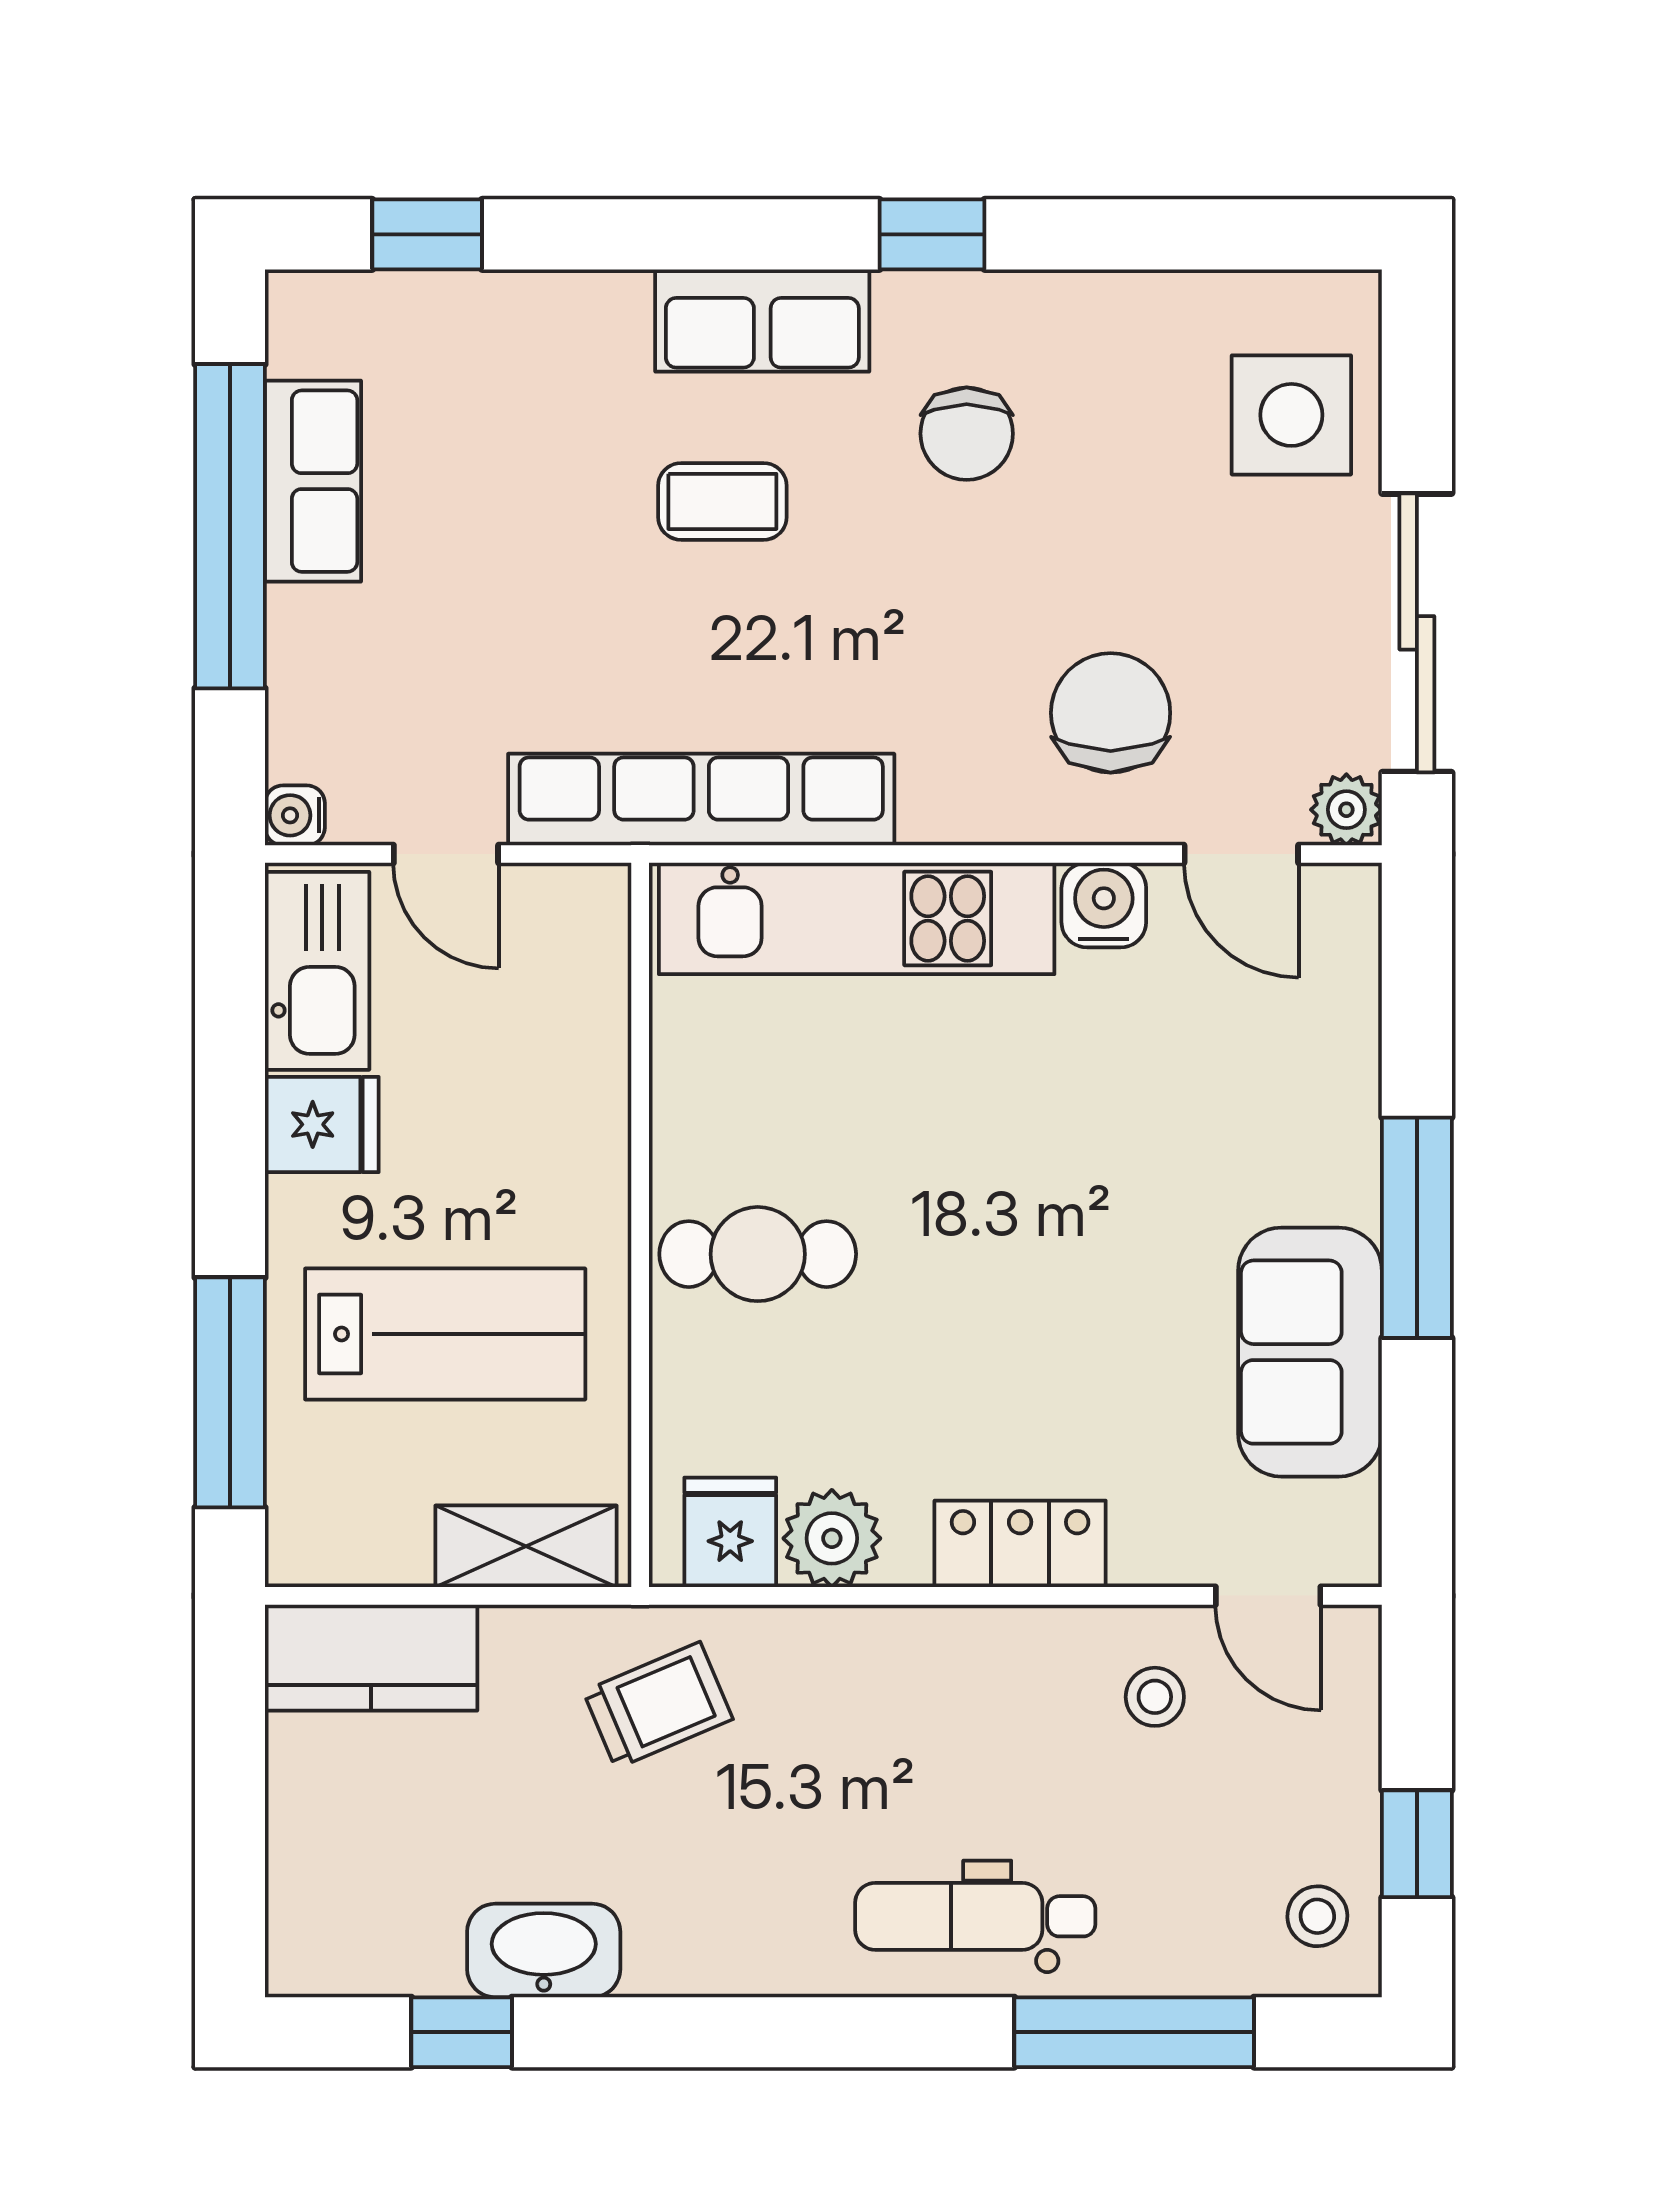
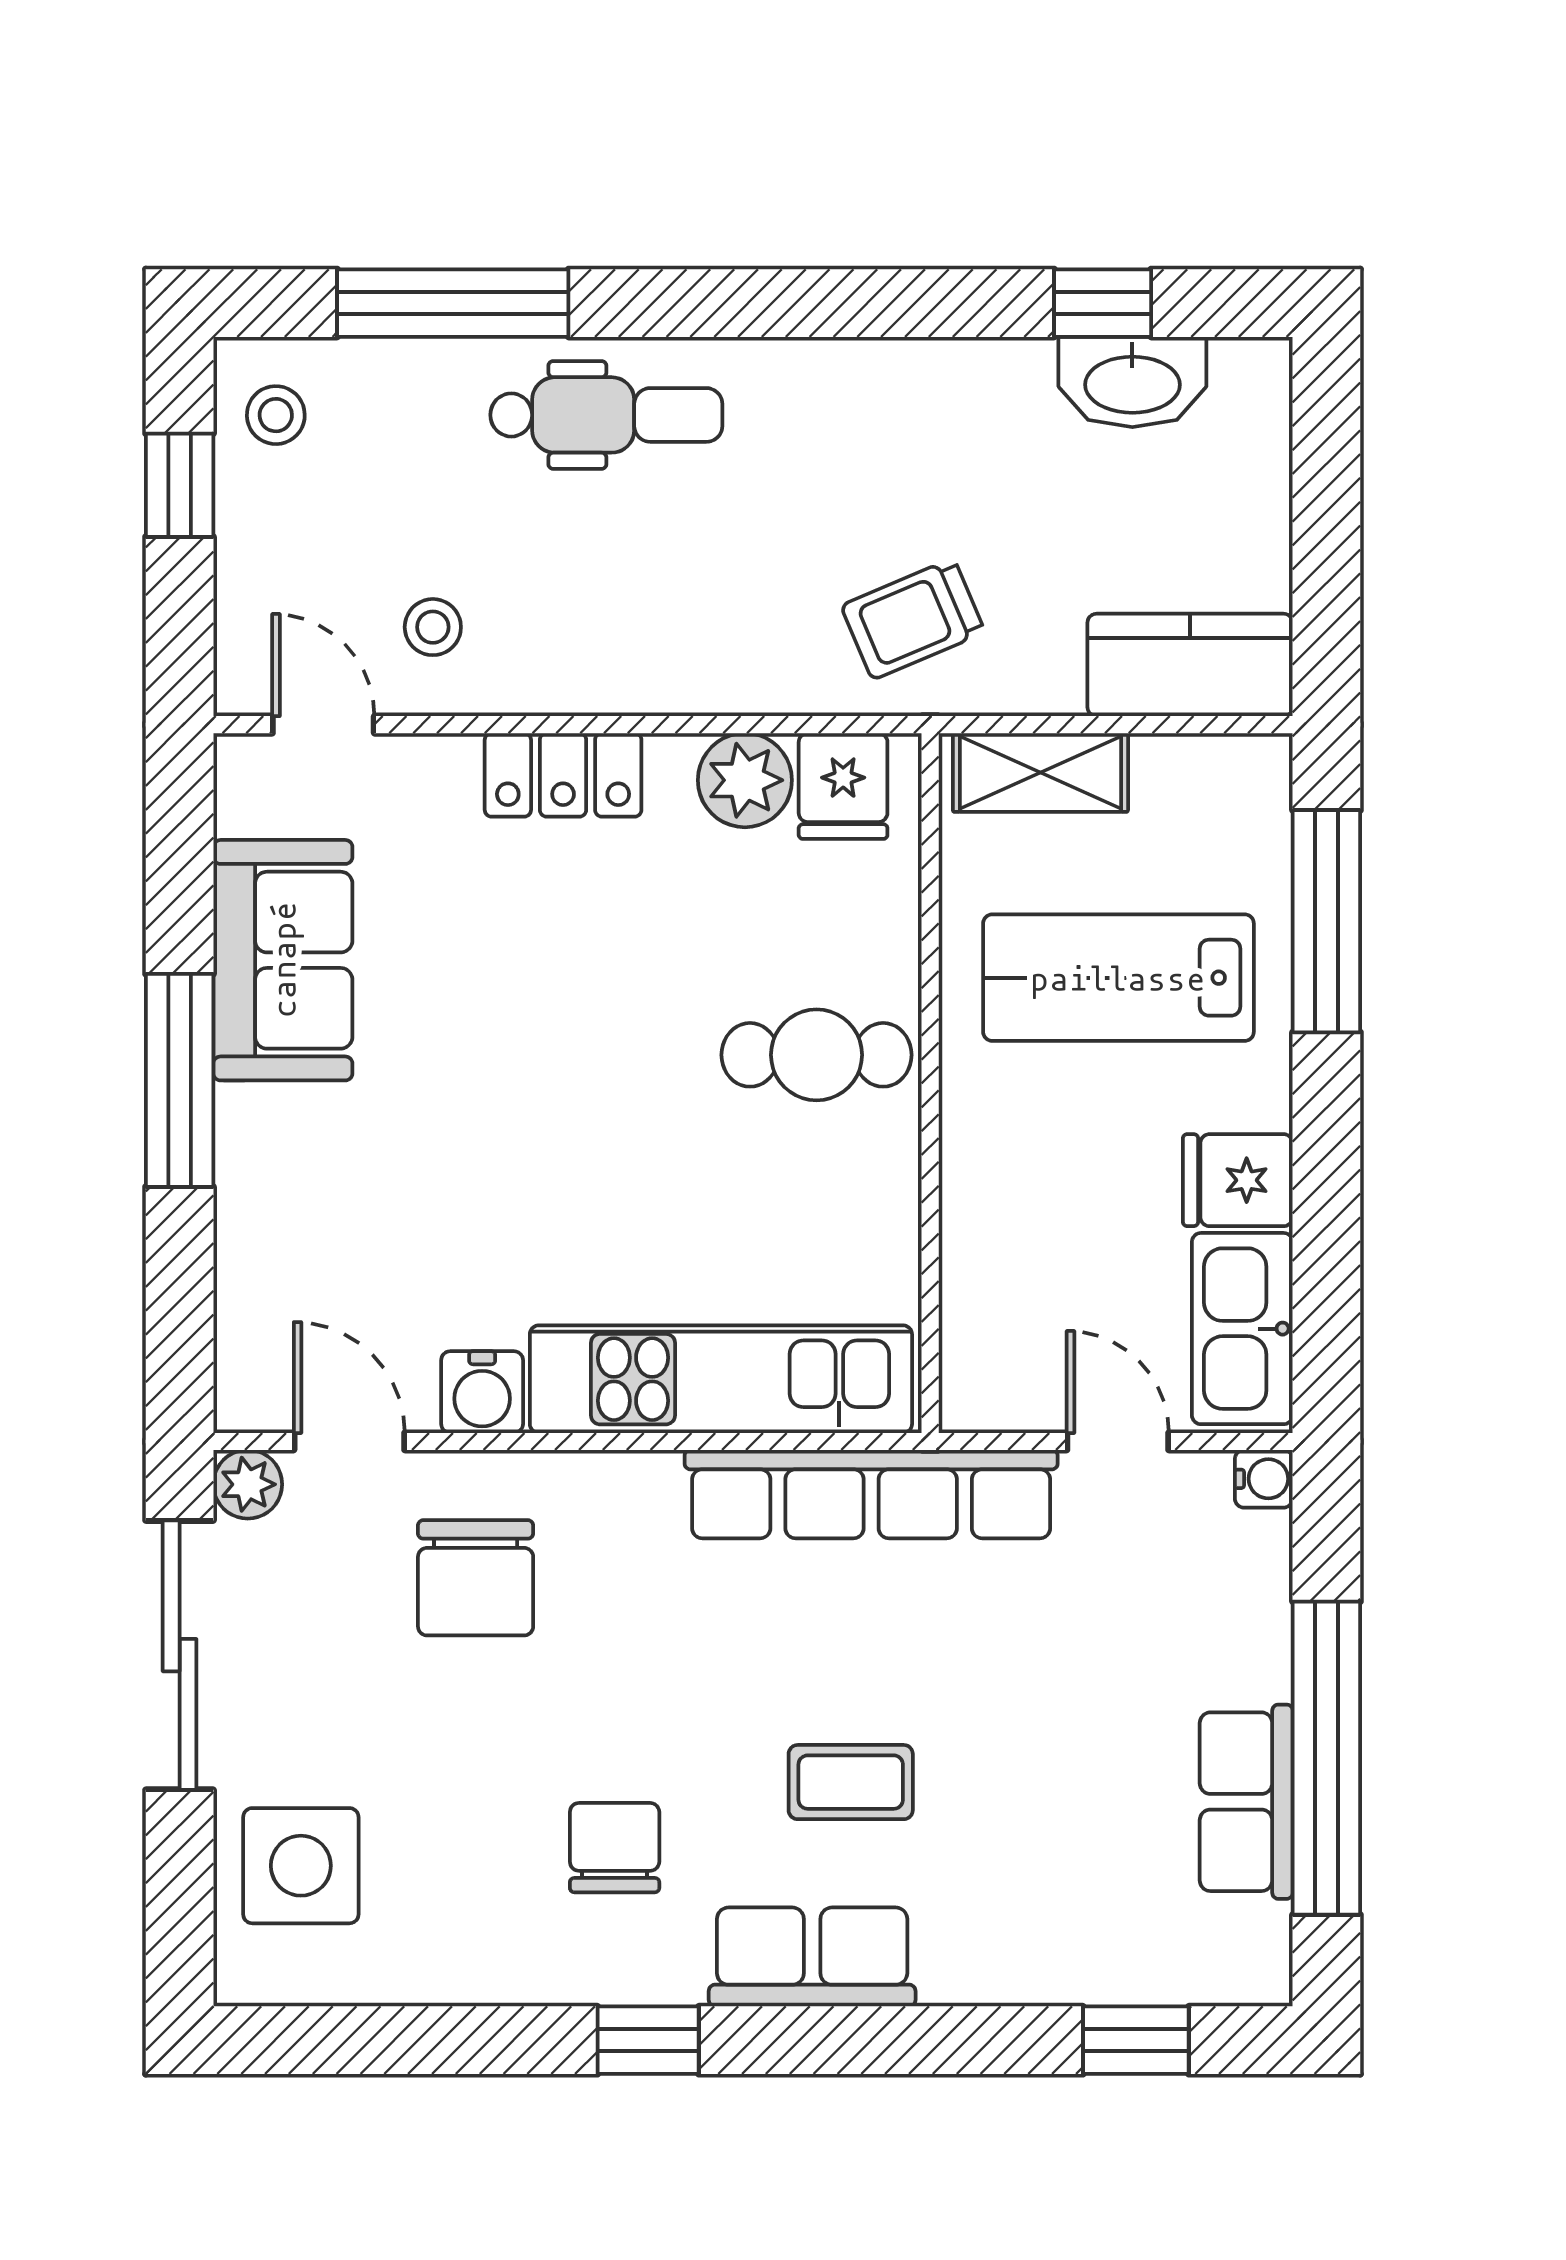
washbasin: (544, 1950) -> (1132, 382), moved

